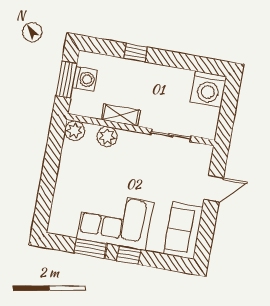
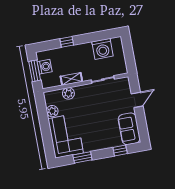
washing machine: (208, 89) -> (102, 49), moved
plant: (75, 131) -> (52, 111), moved
corner sofa: (115, 220) -> (66, 136), moved, turned 90
window: (129, 255) -> (120, 151), moved

